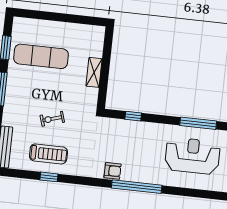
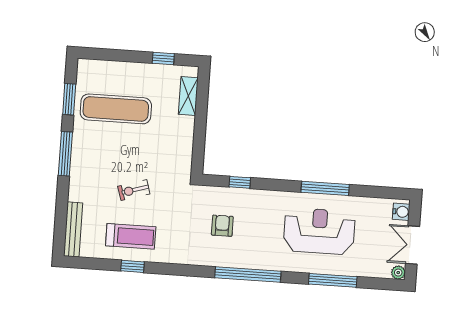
window: (79, 19) -> (163, 59), added
shelving: (94, 72) -> (188, 96), moved
armchair: (113, 171) -> (222, 226), moved, turned -90
window: (201, 194) -> (333, 280), added

